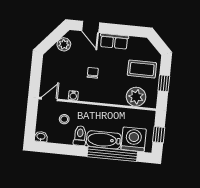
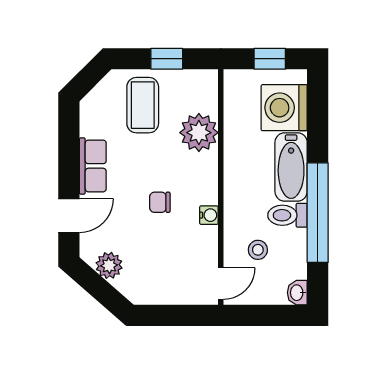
water cooler: (73, 95) -> (209, 215), moved
plant: (136, 97) -> (199, 133), moved
door: (49, 99) -> (221, 284), swing flipped
window: (112, 154) -> (318, 213), moved

